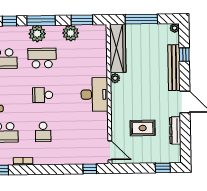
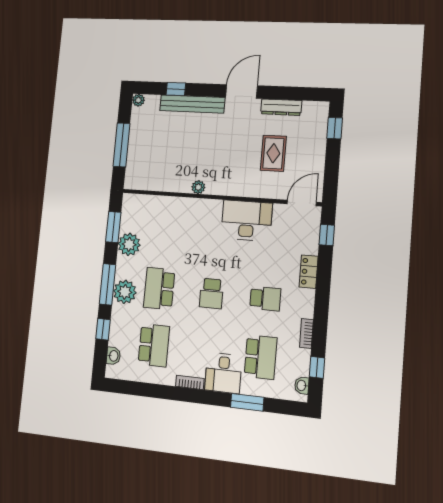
wardrobe: (118, 48) -> (157, 180), removed
desk: (94, 94) -> (247, 221), moved
locker: (64, 159) -> (309, 272), added

